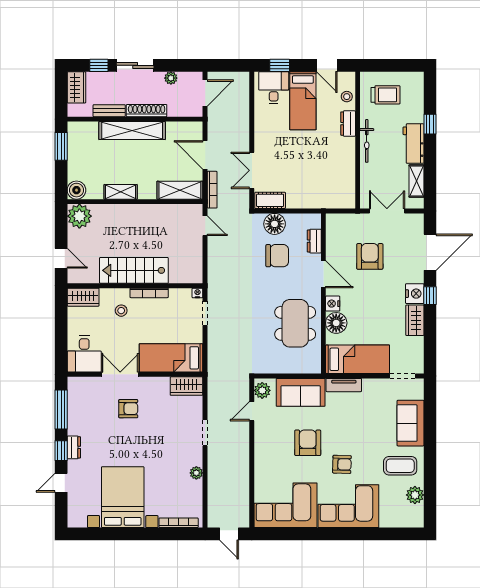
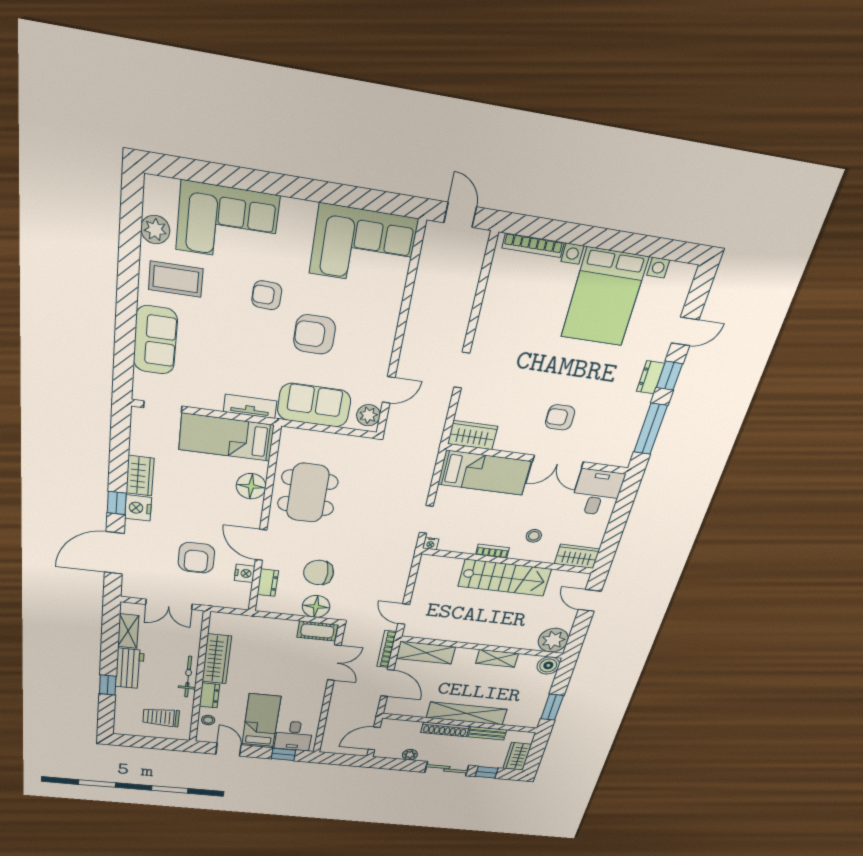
wardrobe: (346, 162) -> (217, 659), added
bookcase: (149, 293) -> (492, 551), width x0.64
nightstand: (333, 304) -> (245, 573), moved
armchair: (308, 443) -> (314, 334), turned 90
plant: (196, 473) -> (488, 316), removed
corner sofa: (348, 506) -> (227, 223), moved

